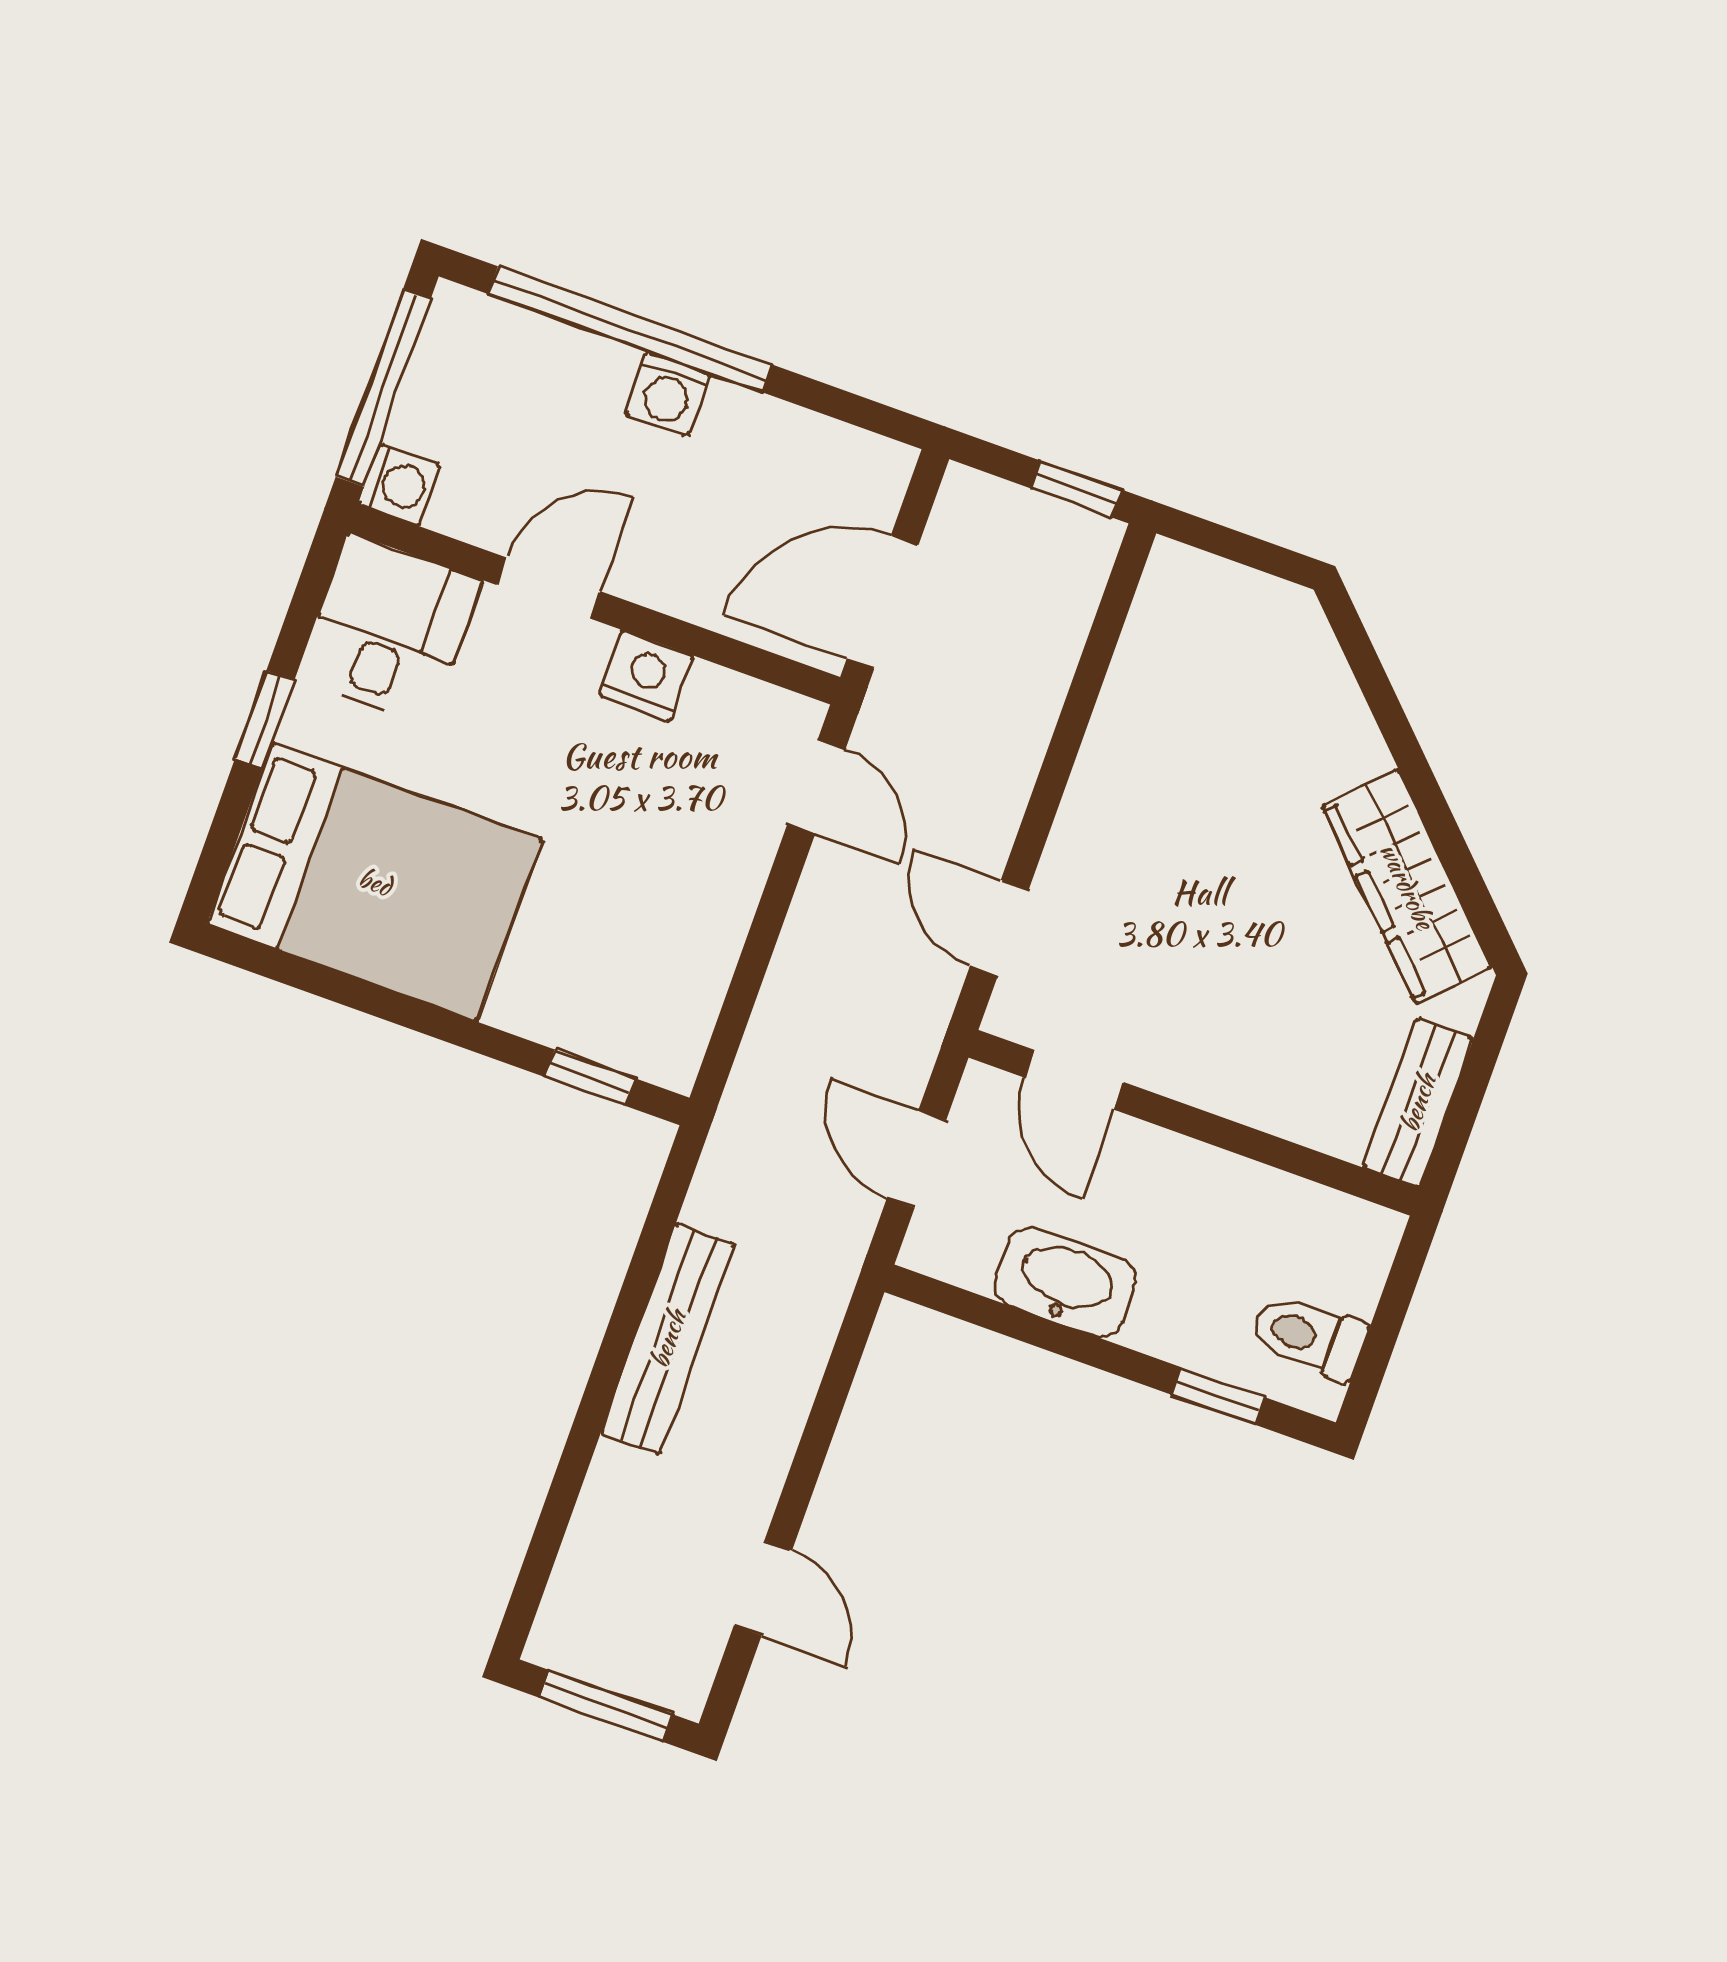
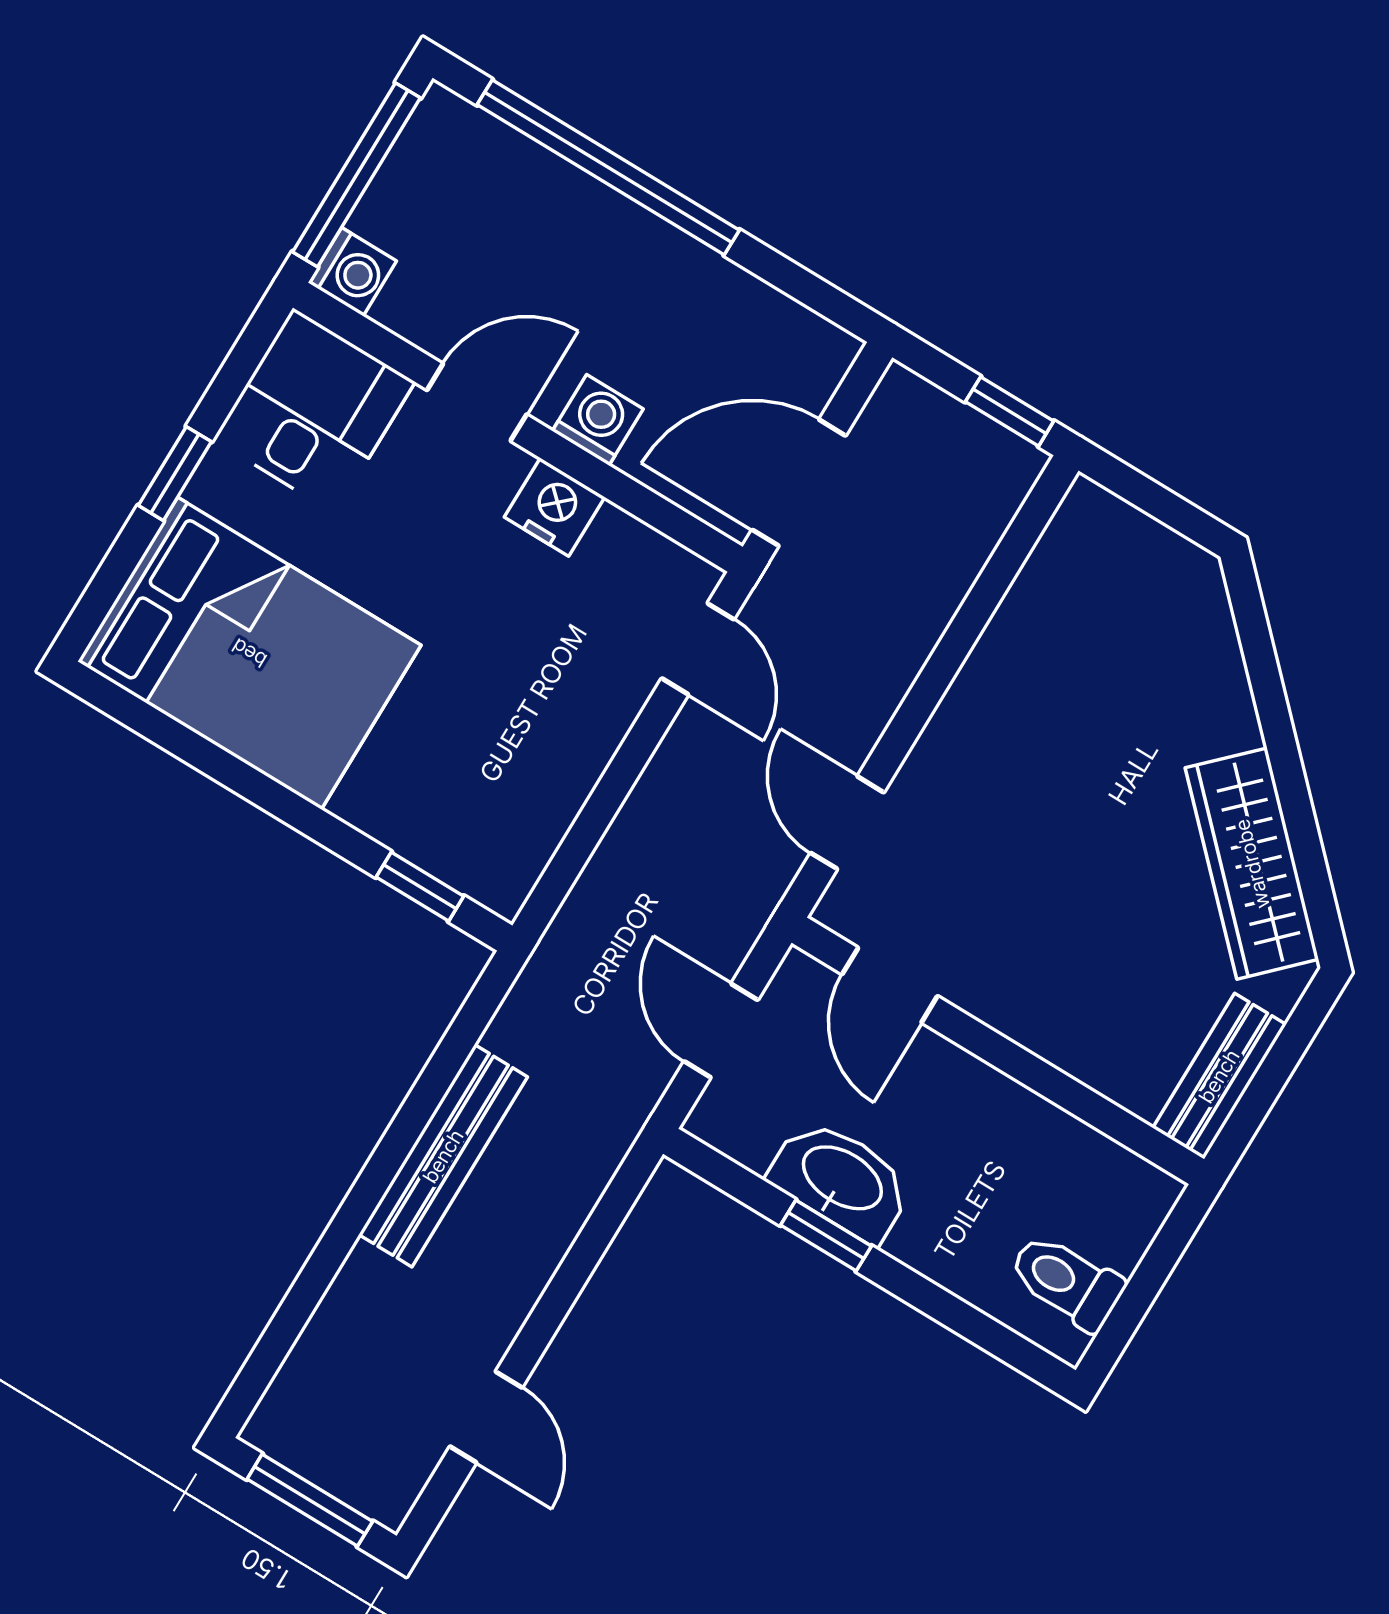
washing machine: (668, 394) -> (598, 420), moved, turned 180
window: (1218, 1396) -> (826, 1236), moved

